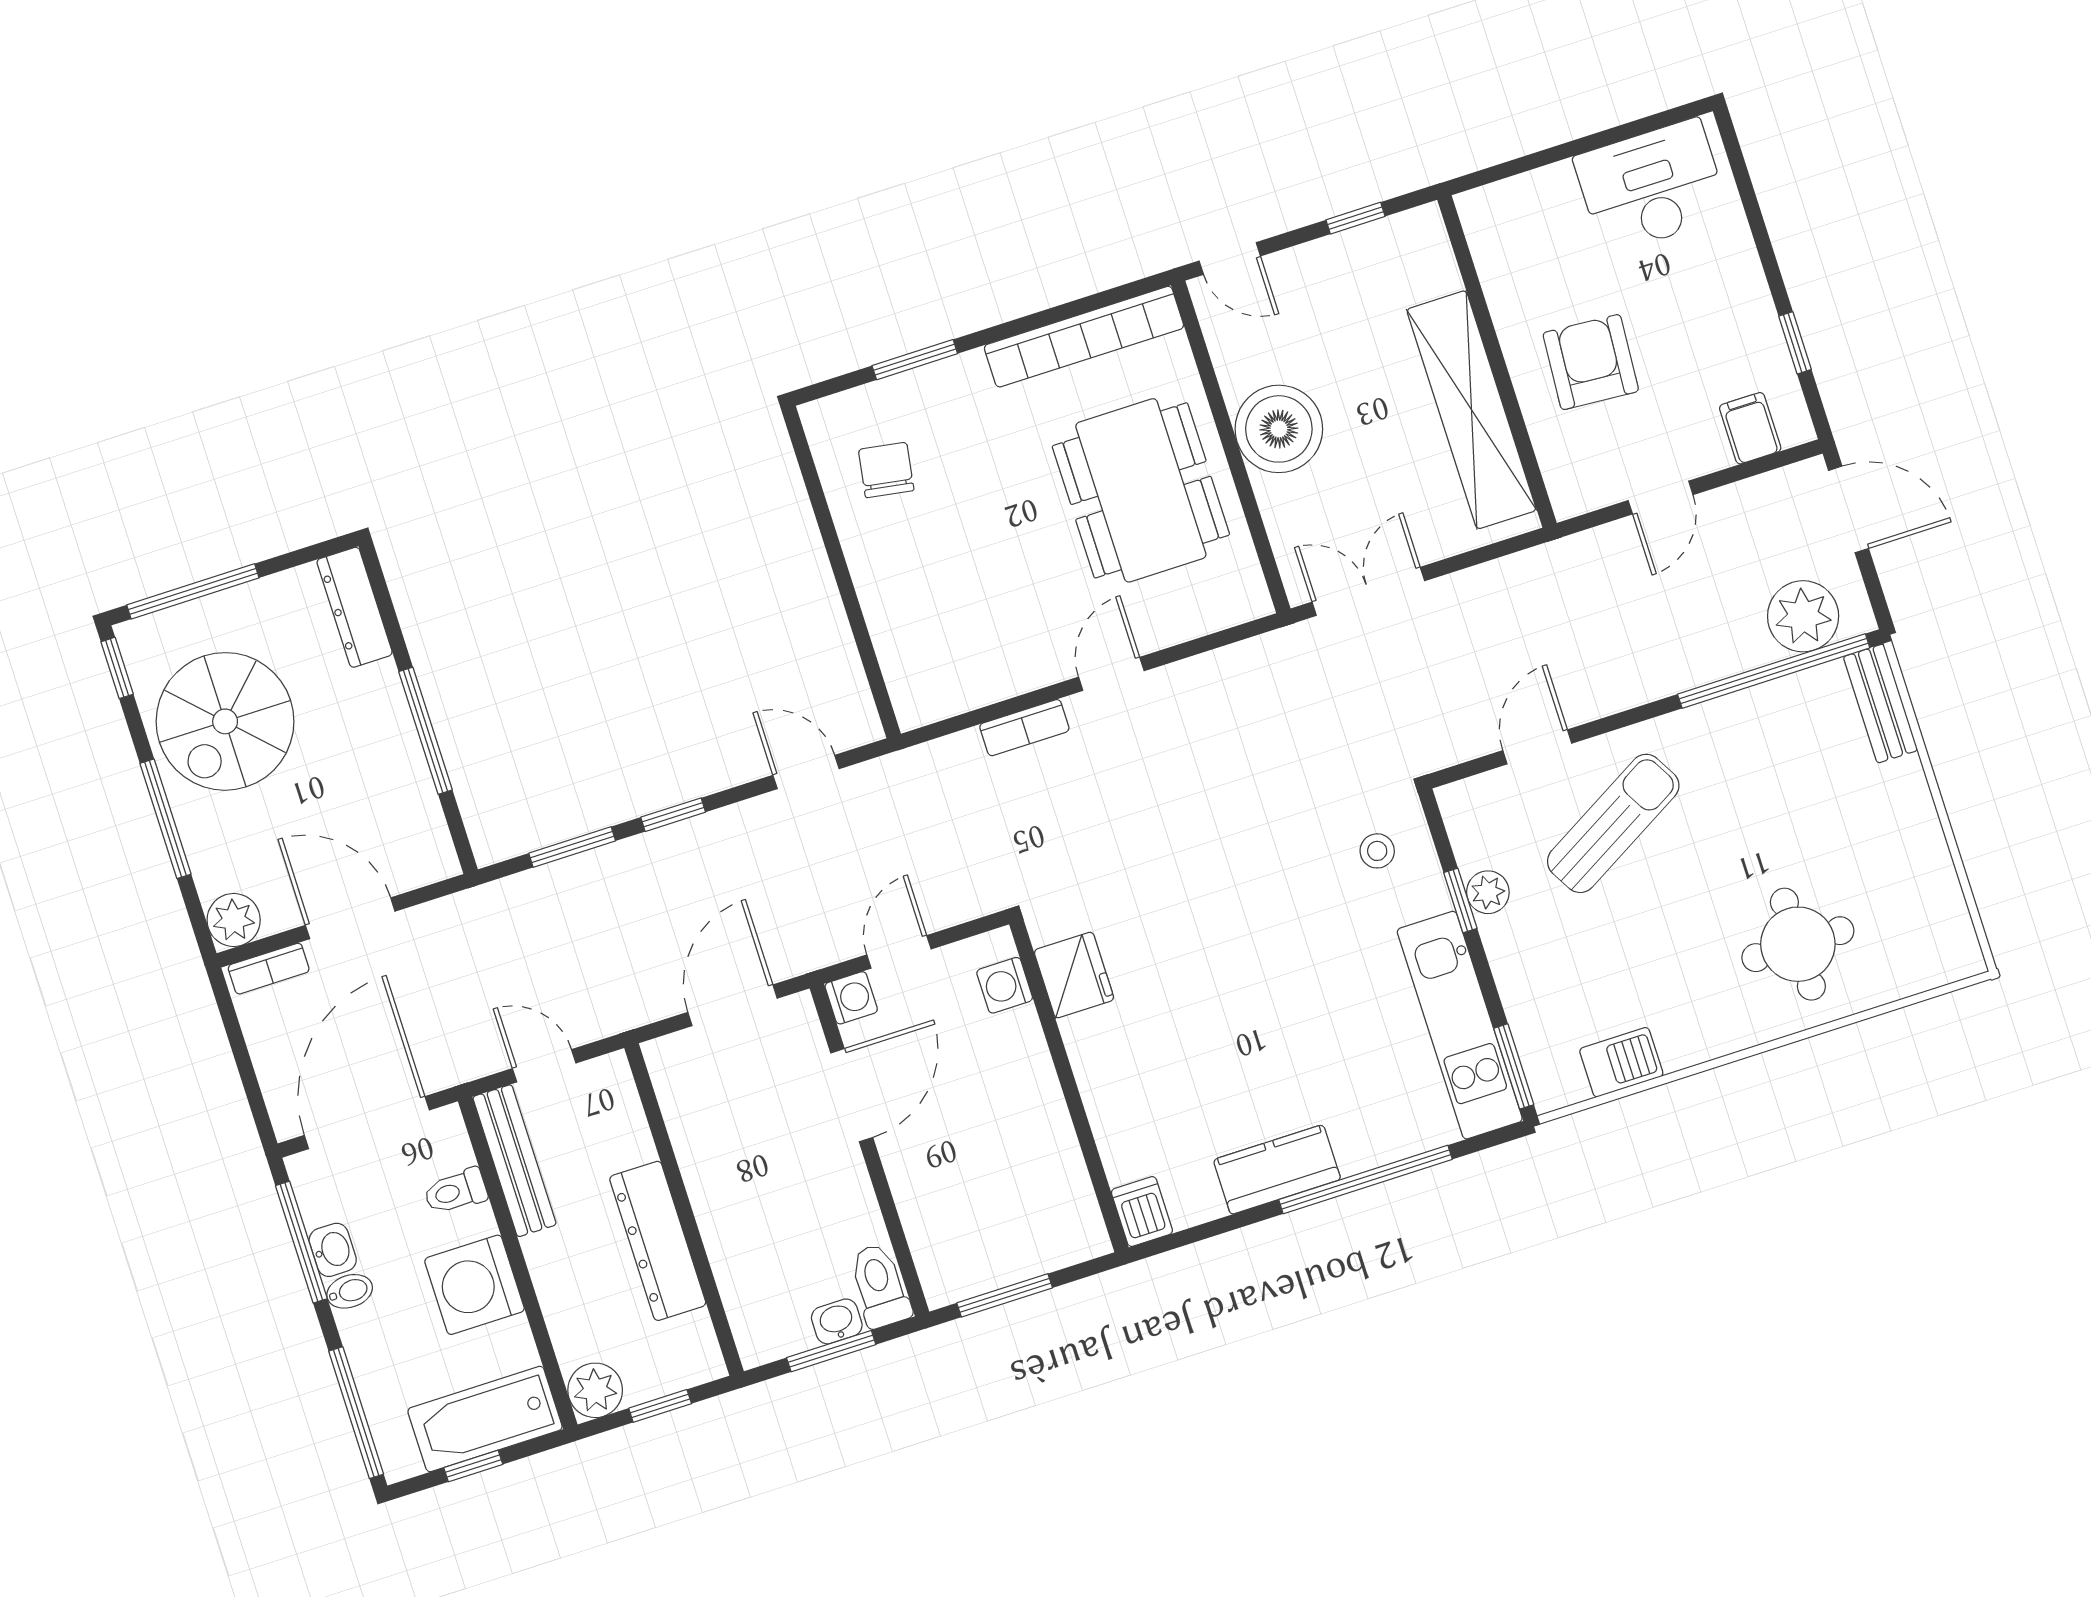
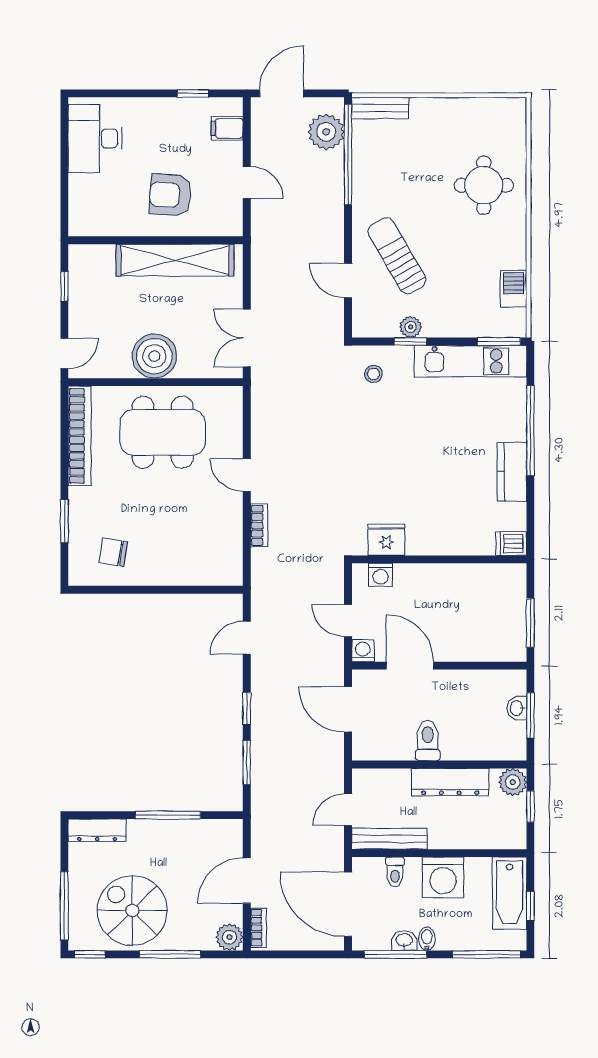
spiral stairs: (225, 721) -> (132, 910), turned 180
toilet: (880, 1286) -> (428, 740), moved, turned 90
plant: (595, 1390) -> (513, 782), moved

